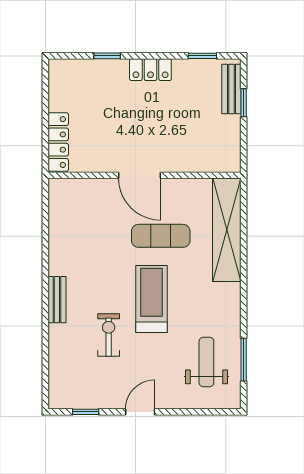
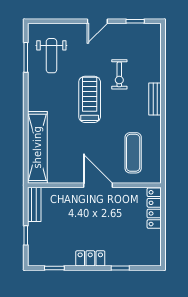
bench: (231, 89) -> (34, 204), moved
exercise mat: (161, 236) -> (133, 153), moved, turned 90
treadmill: (151, 299) -> (90, 99), turned 180

